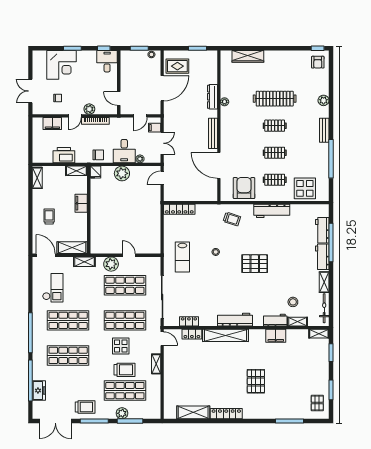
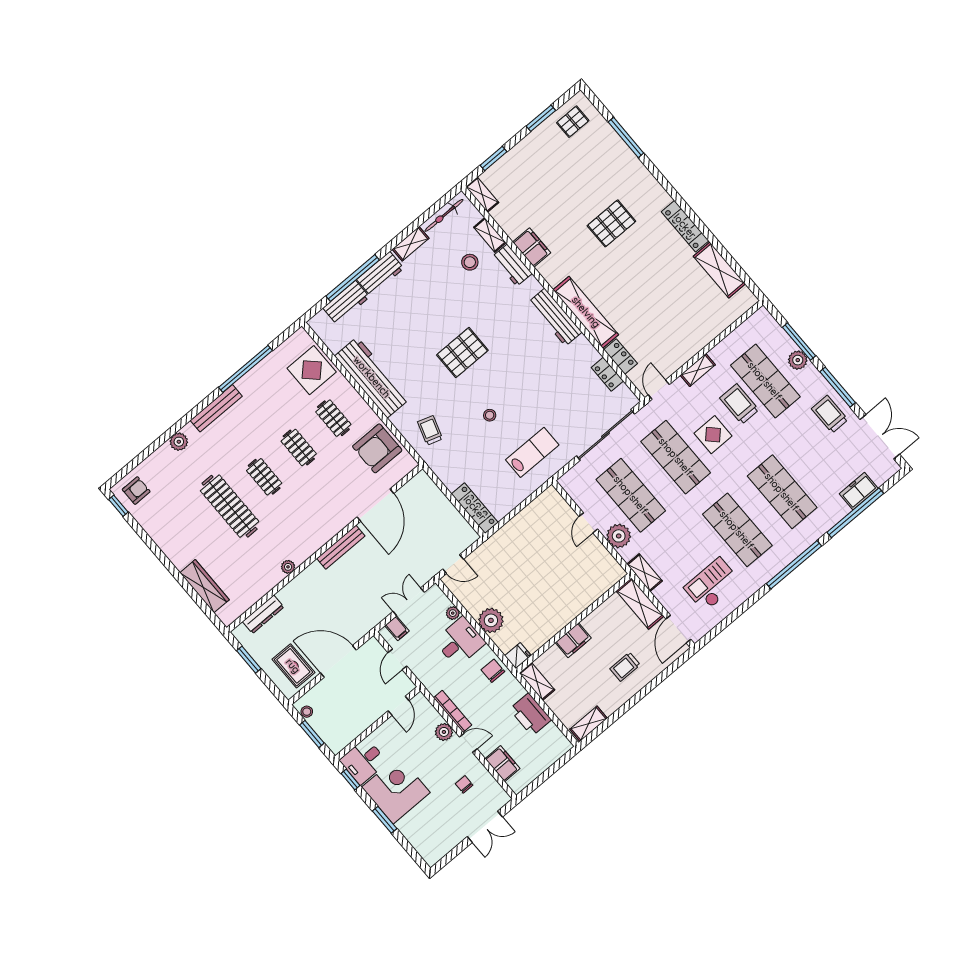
corner desk: (62, 65) -> (396, 790), moved
dresser: (213, 97) -> (263, 614), moved
door: (140, 116) -> (397, 659), swing flipped
bench: (324, 130) -> (216, 408), width x1.36
workbench: (272, 211) -> (372, 377), width x1.36, depth x1.32
pallet: (255, 264) -> (462, 353), turned 90

